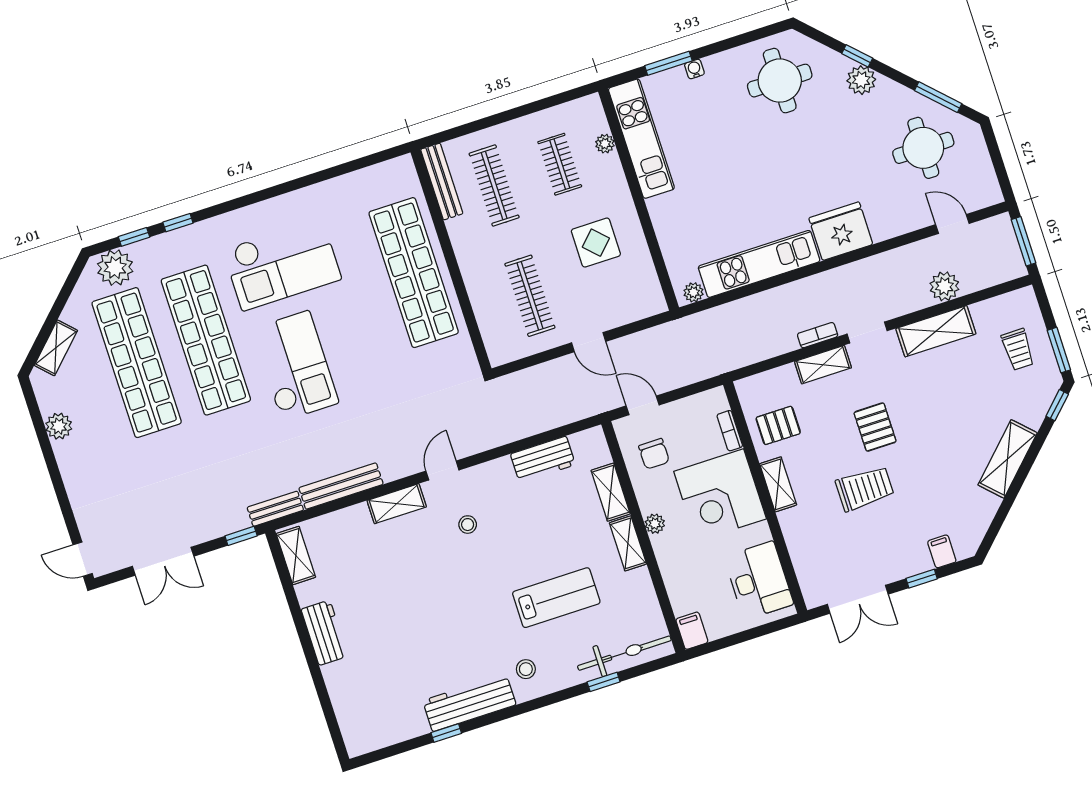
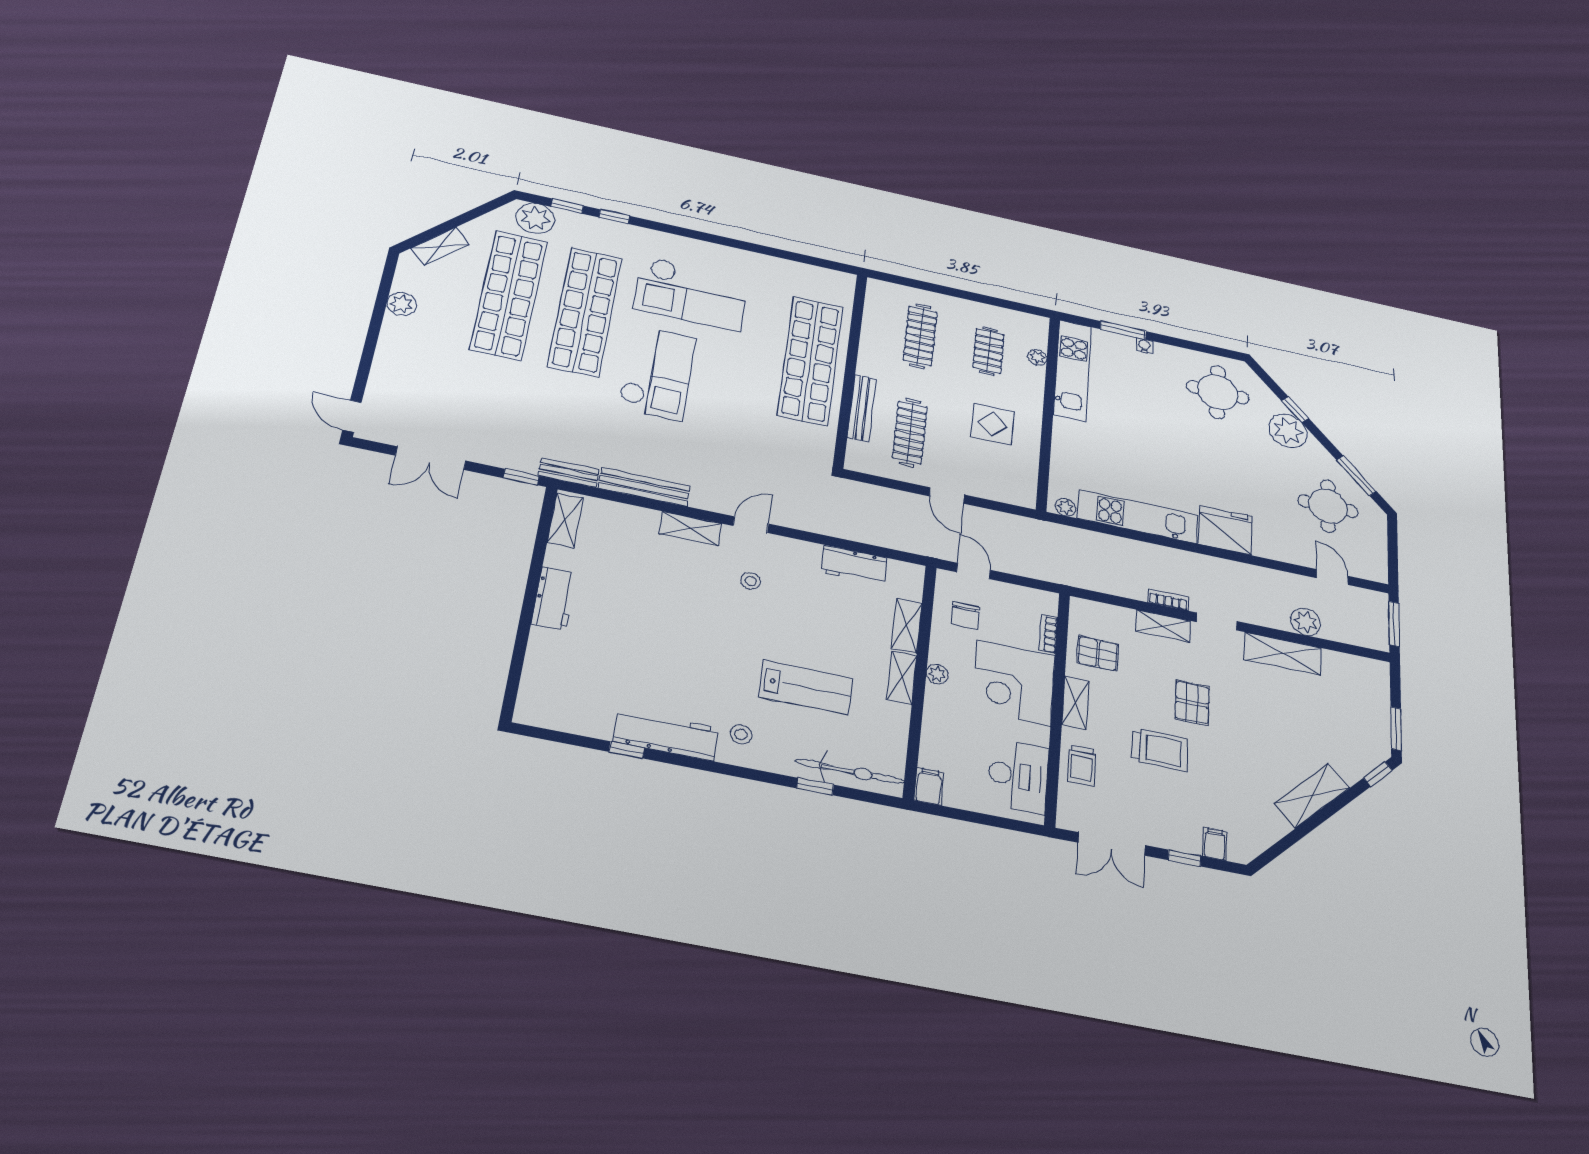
plant: (861, 80) -> (1288, 431), width x1.36, depth x1.36
bench: (442, 181) -> (862, 408), moved
trolley: (1018, 349) -> (1081, 765), moved

